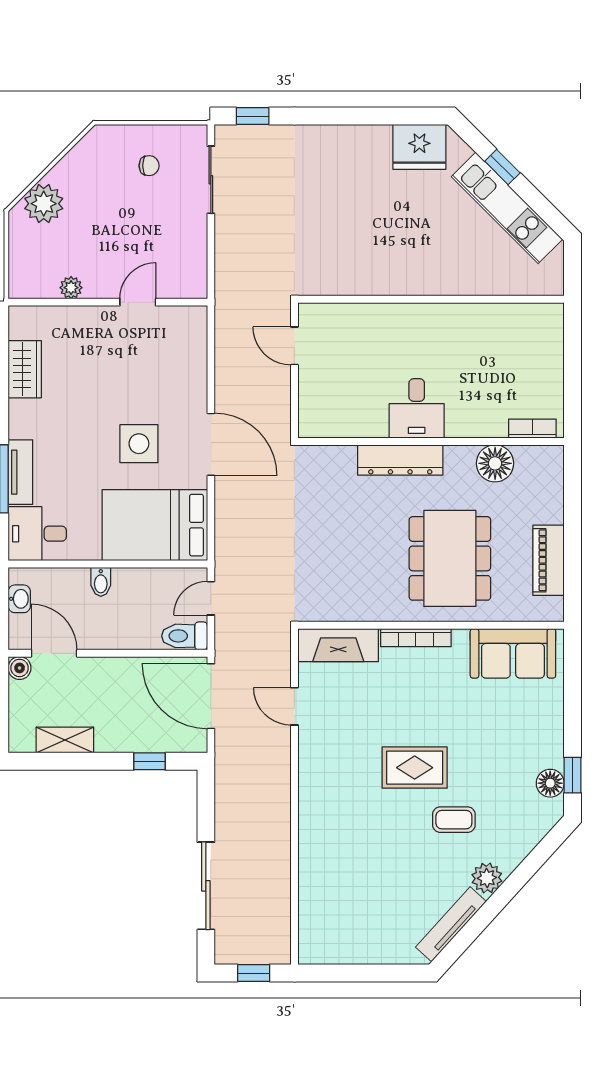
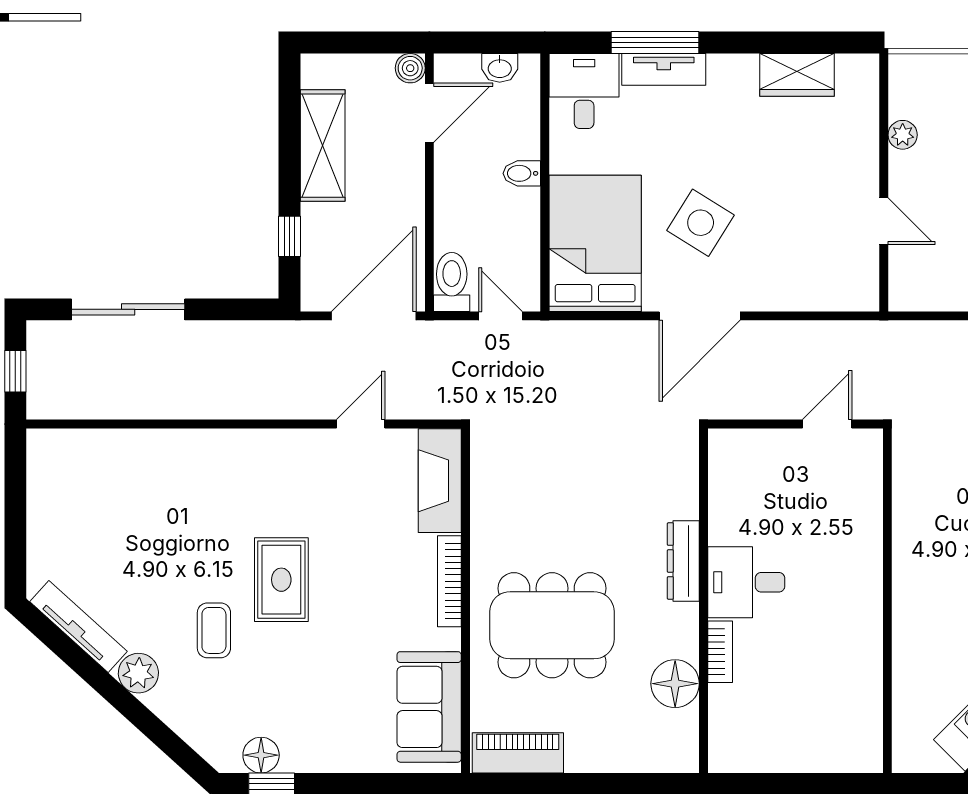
bookcase: (532, 429) -> (720, 652), moved
side table: (139, 444) -> (701, 223), turned 32
dresser: (400, 460) -> (683, 561), width x0.73, depth x0.80
piano: (548, 560) -> (518, 753), moved
shelving: (65, 740) -> (323, 146), width x1.50, depth x1.33

